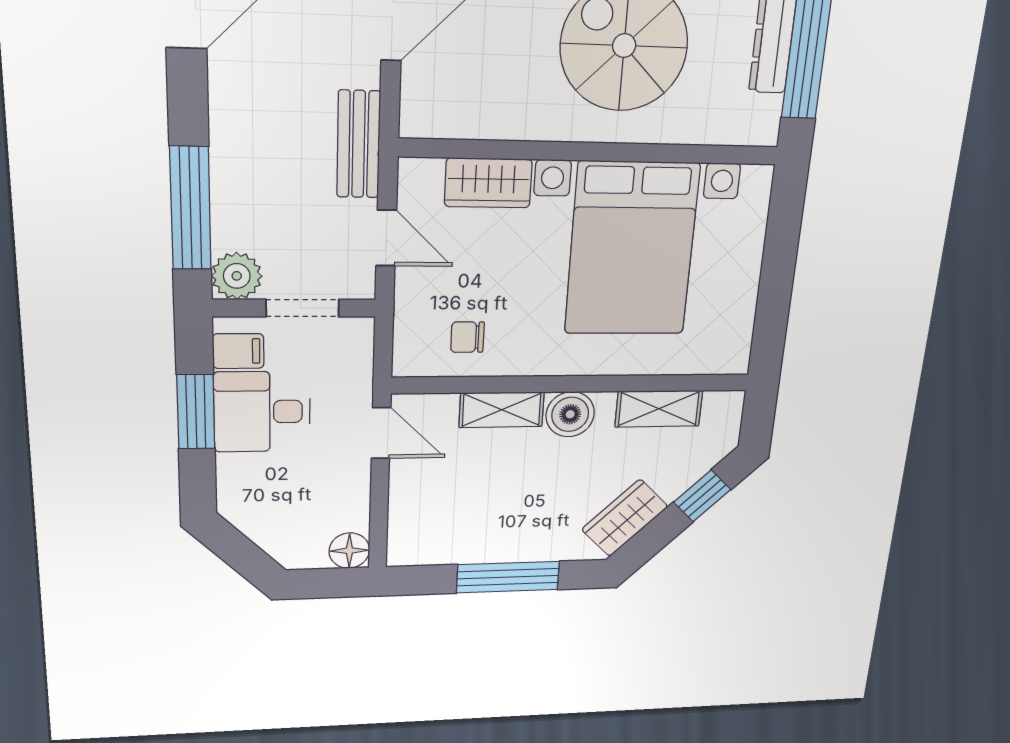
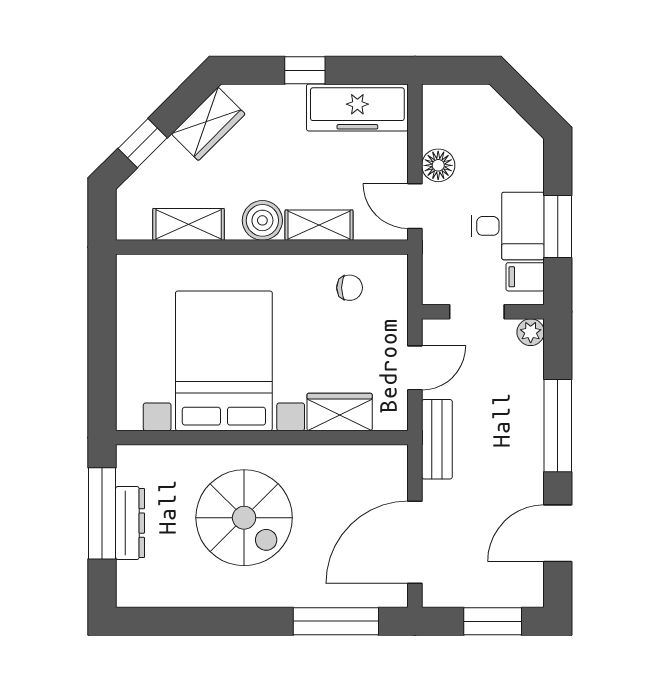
window: (191, 208) -> (558, 426), moved
door: (386, 238) -> (415, 368), swing flipped
plant: (237, 276) -> (531, 332), width x0.73, depth x0.73
freezer: (448, 540) -> (357, 108), added
floor lamp: (349, 551) -> (438, 165), moved
window: (508, 577) -> (305, 70), width x0.46

